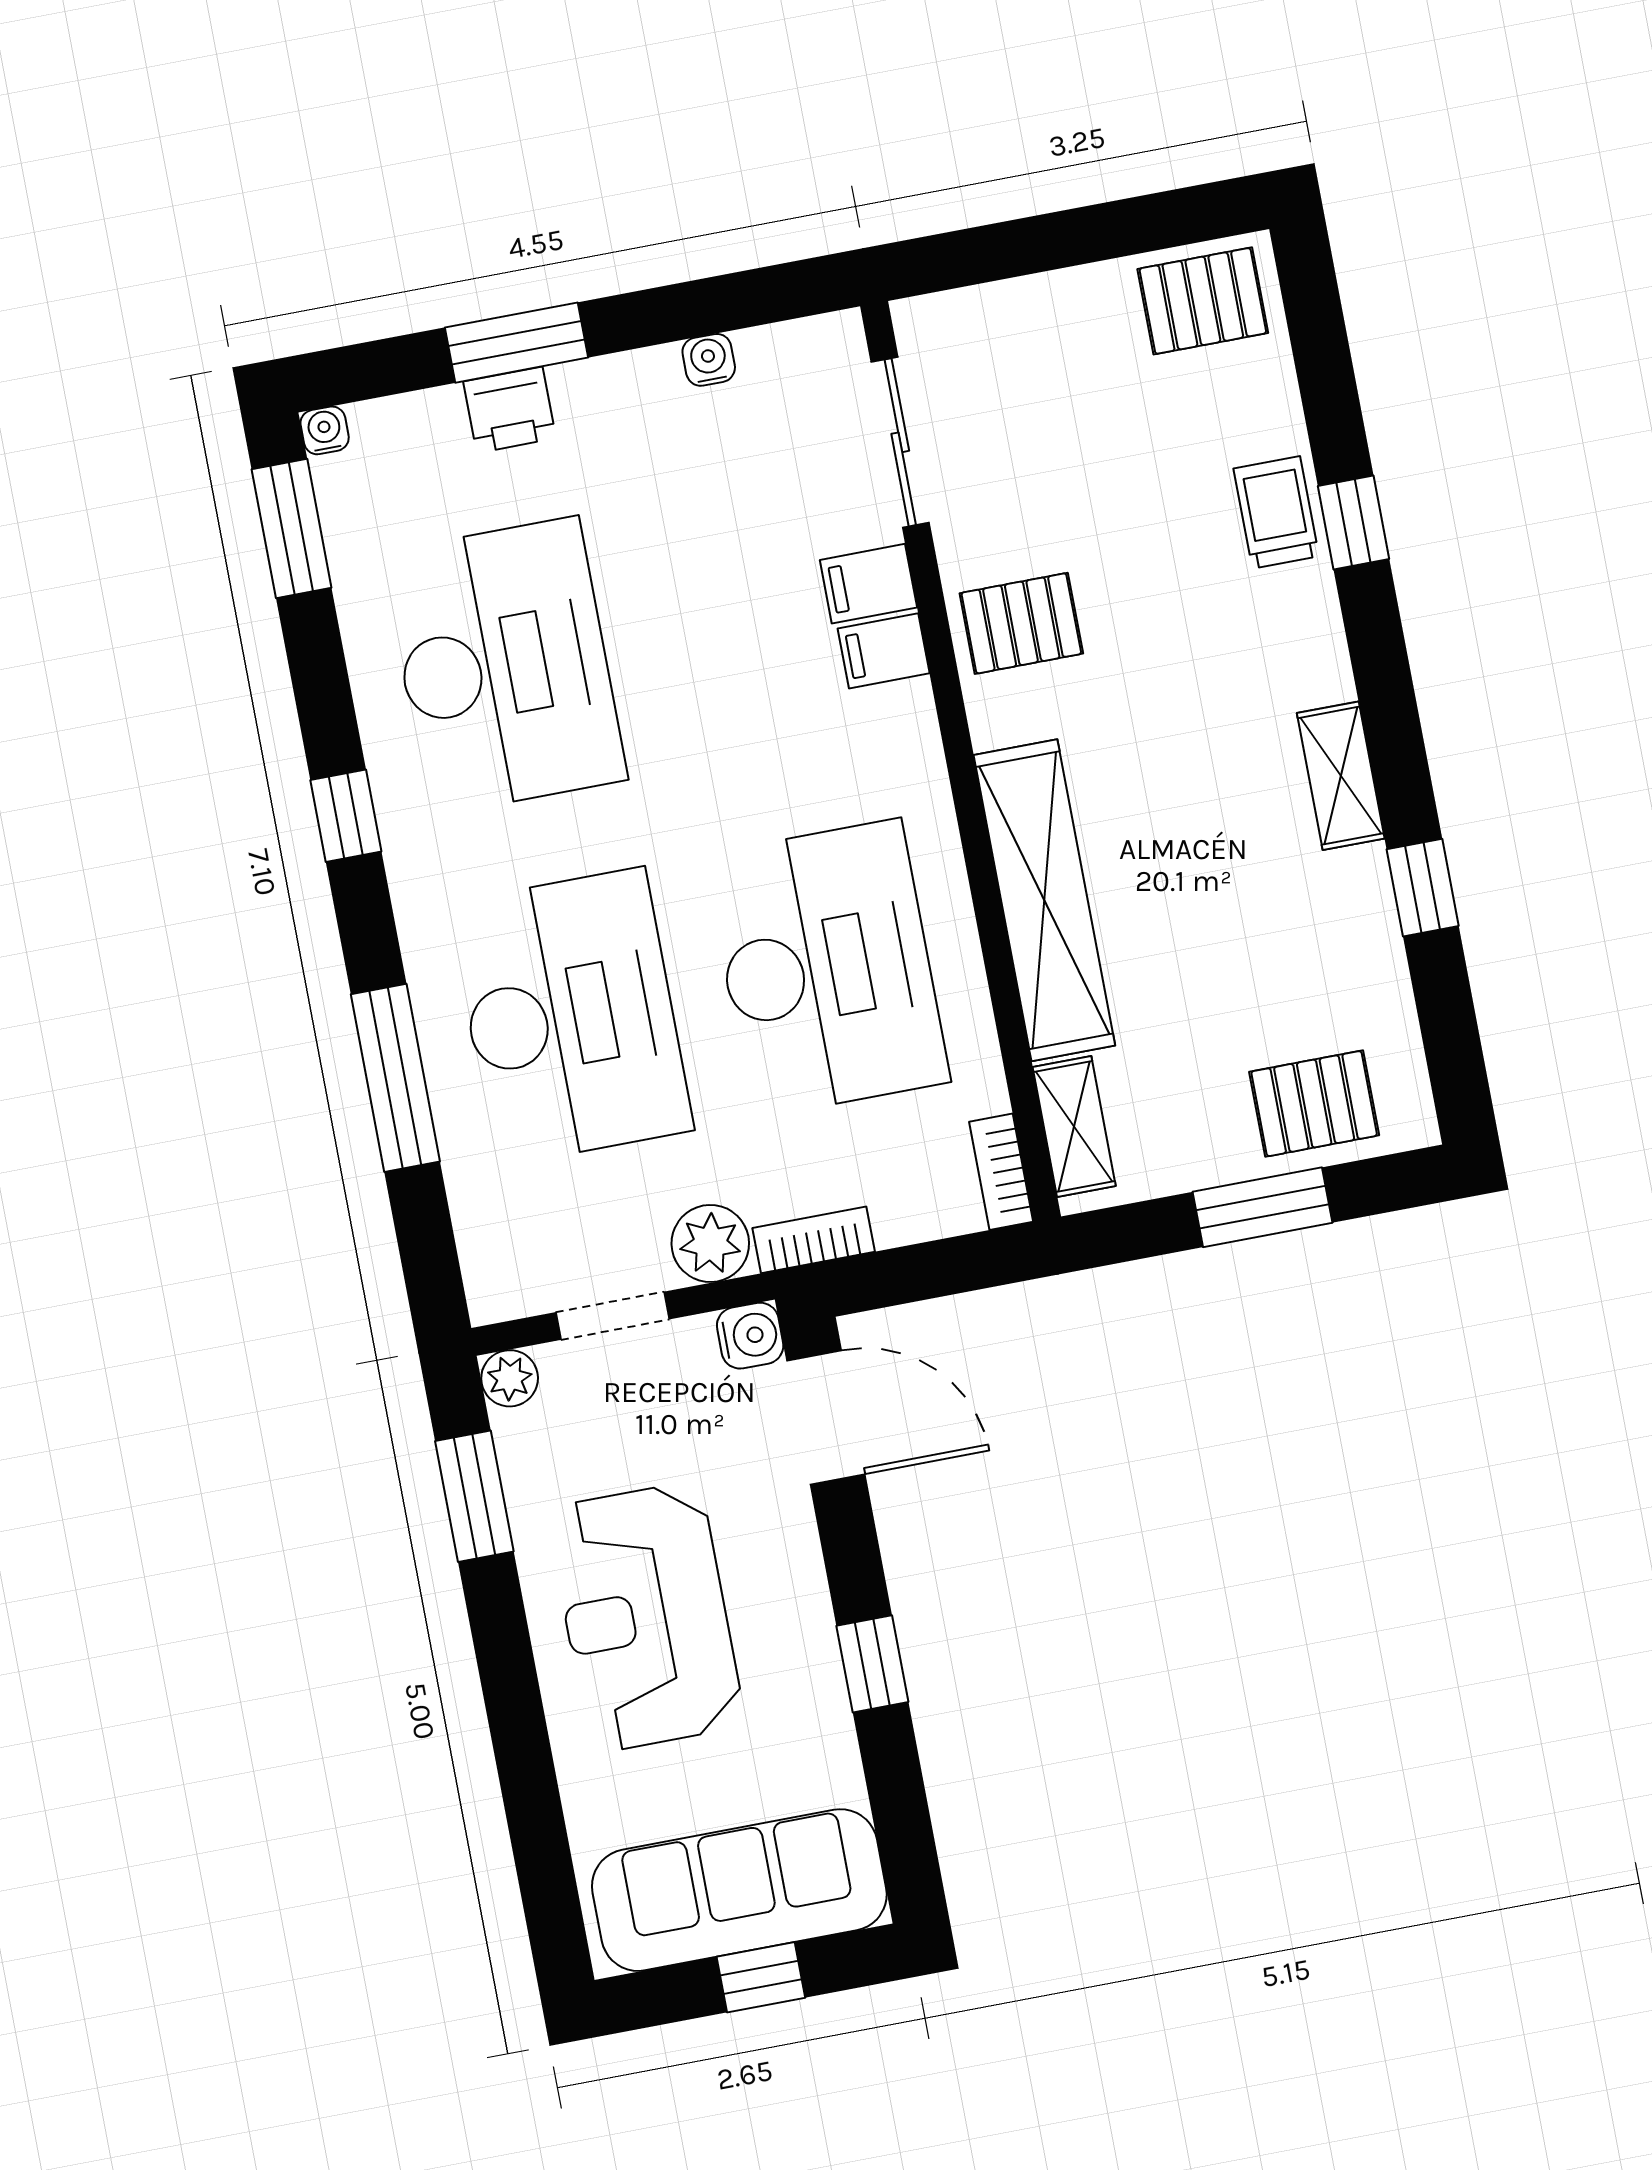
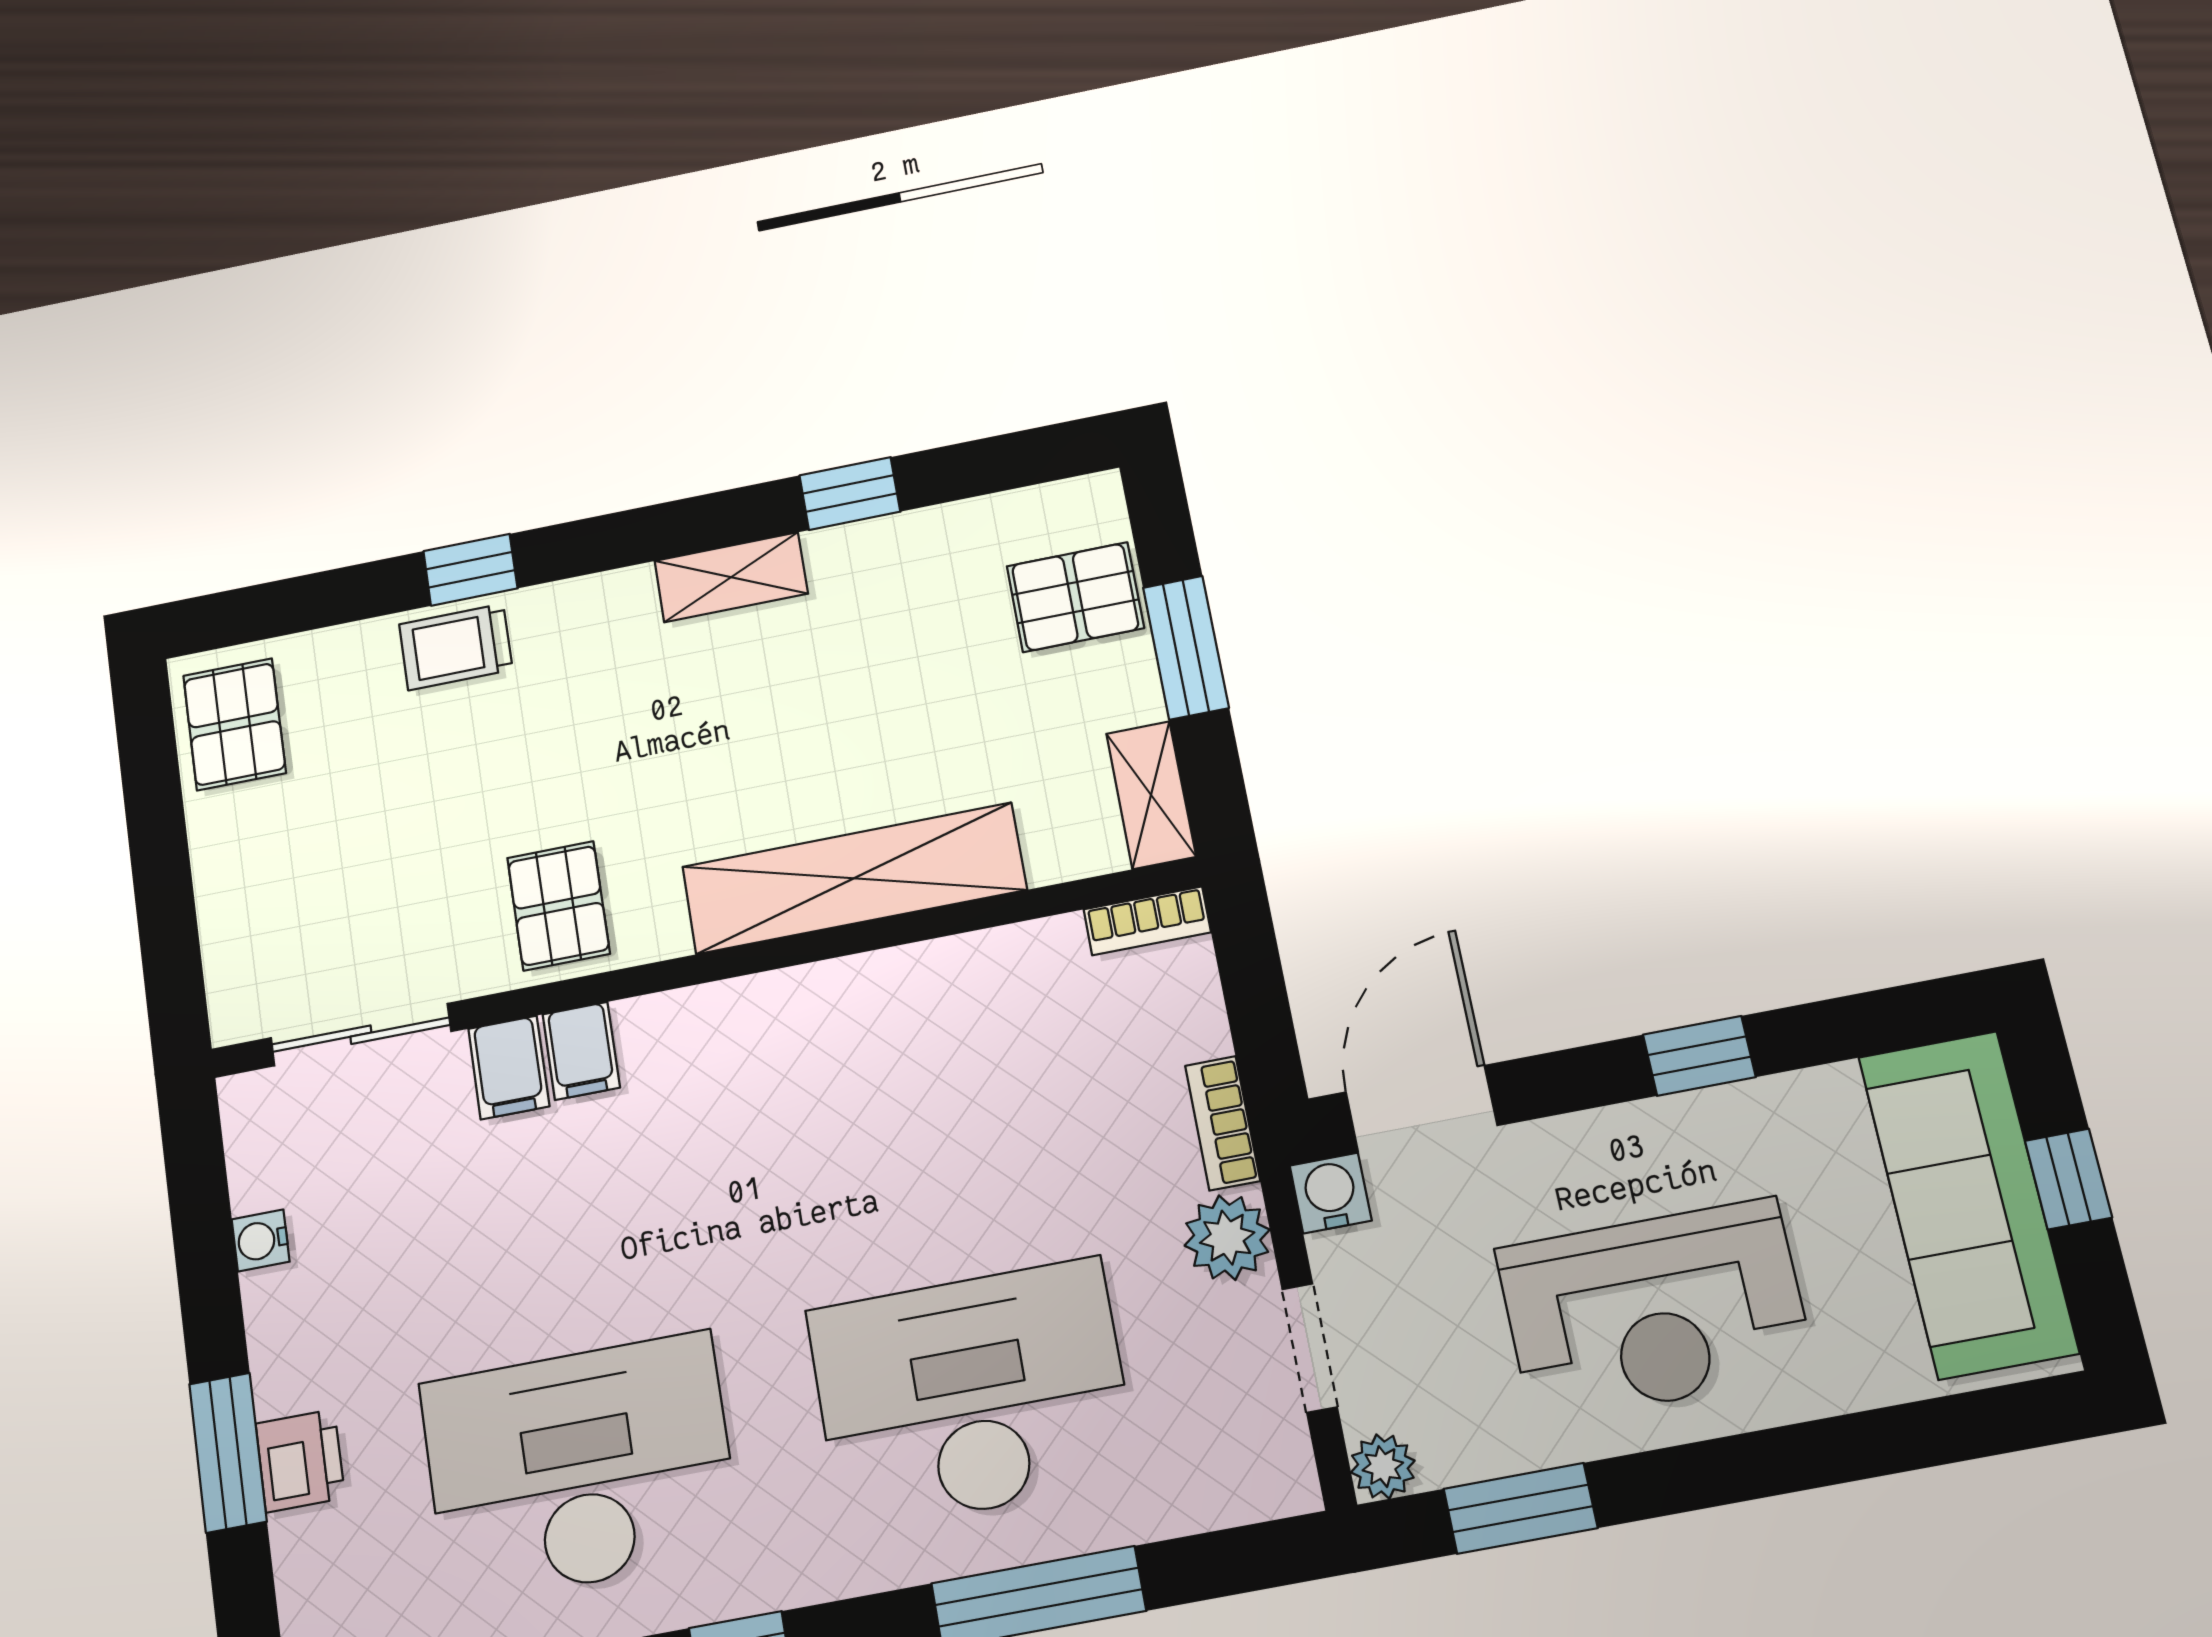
desk: (827, 968) -> (923, 1110), removed
pallet: (1314, 1104) -> (1075, 597), turned 90
shelving: (1074, 1127) -> (1151, 795), moved, turned 90

